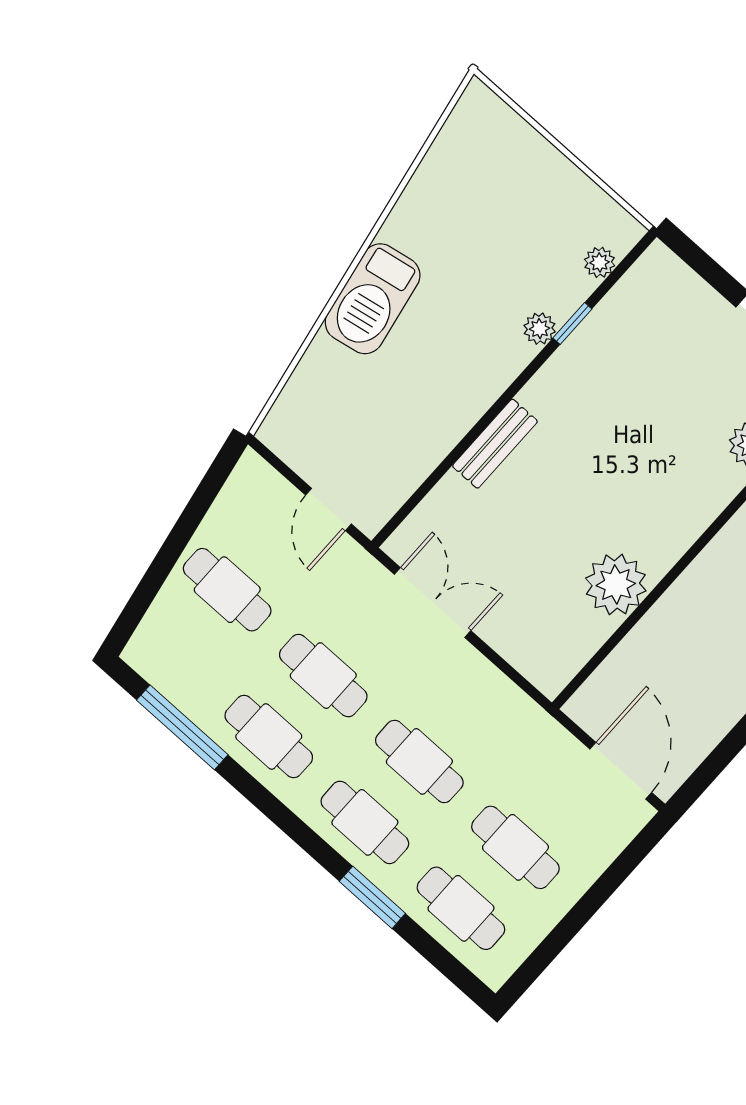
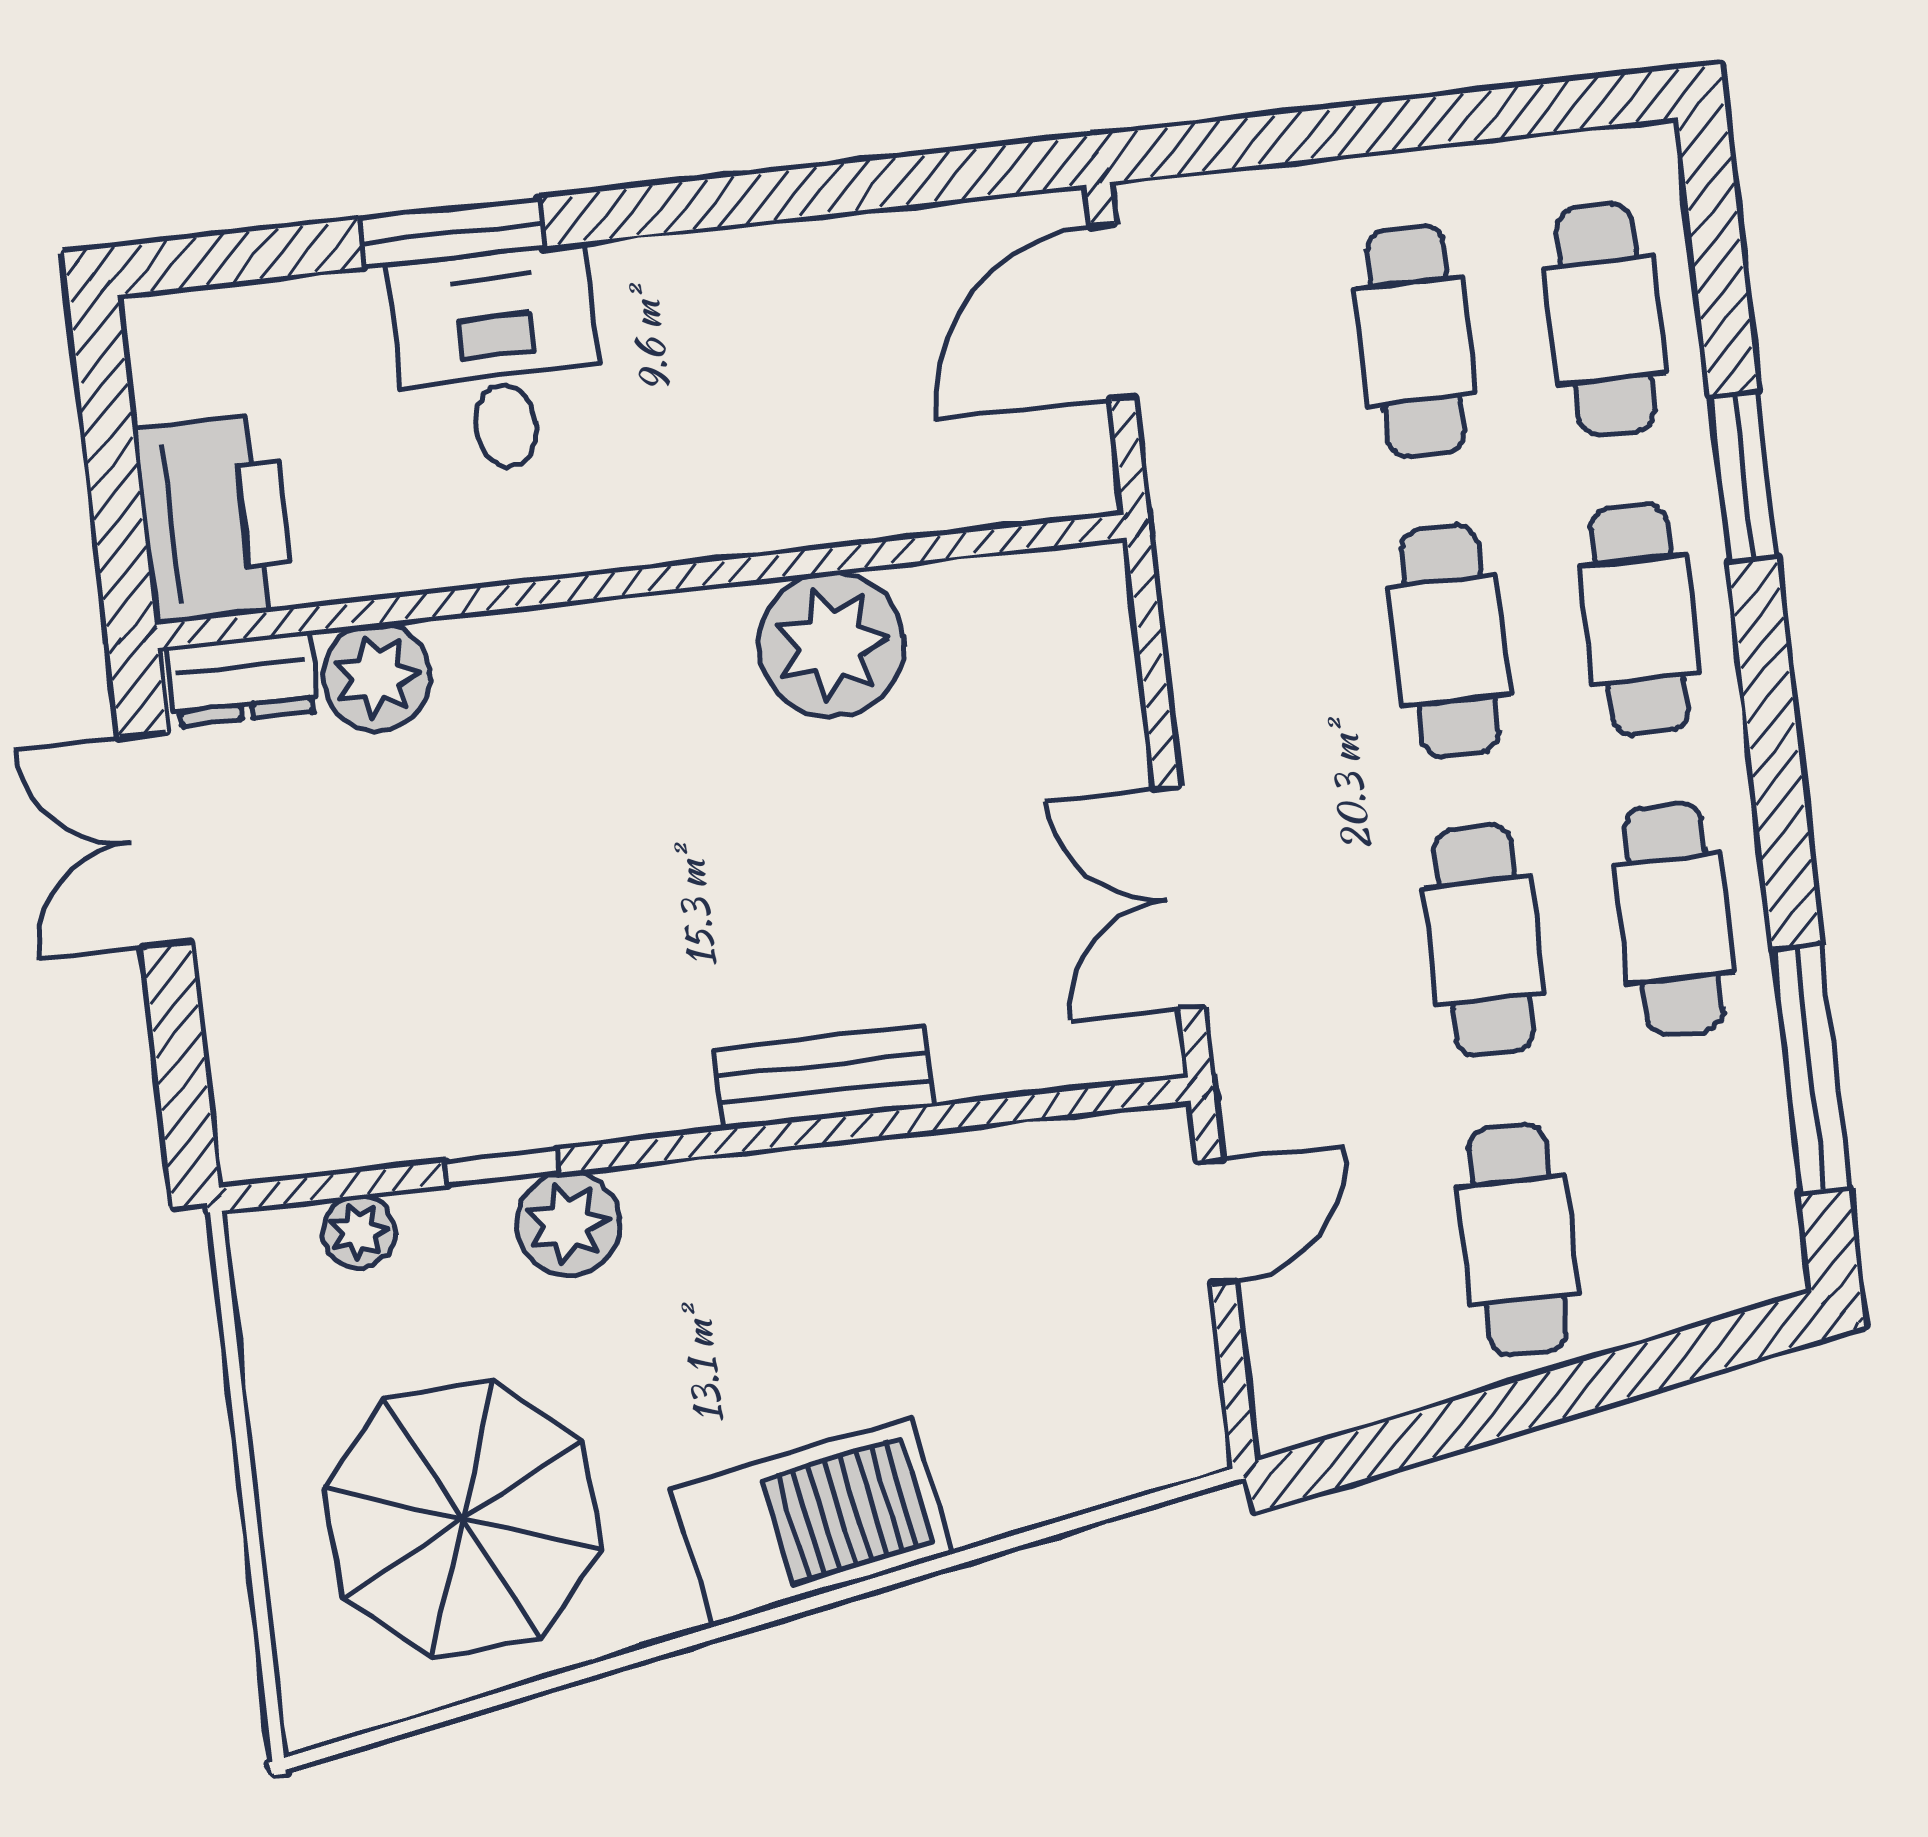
parasol: (485, 200) -> (463, 1519), added
plant: (540, 329) -> (568, 1224), width x1.38, depth x1.38

